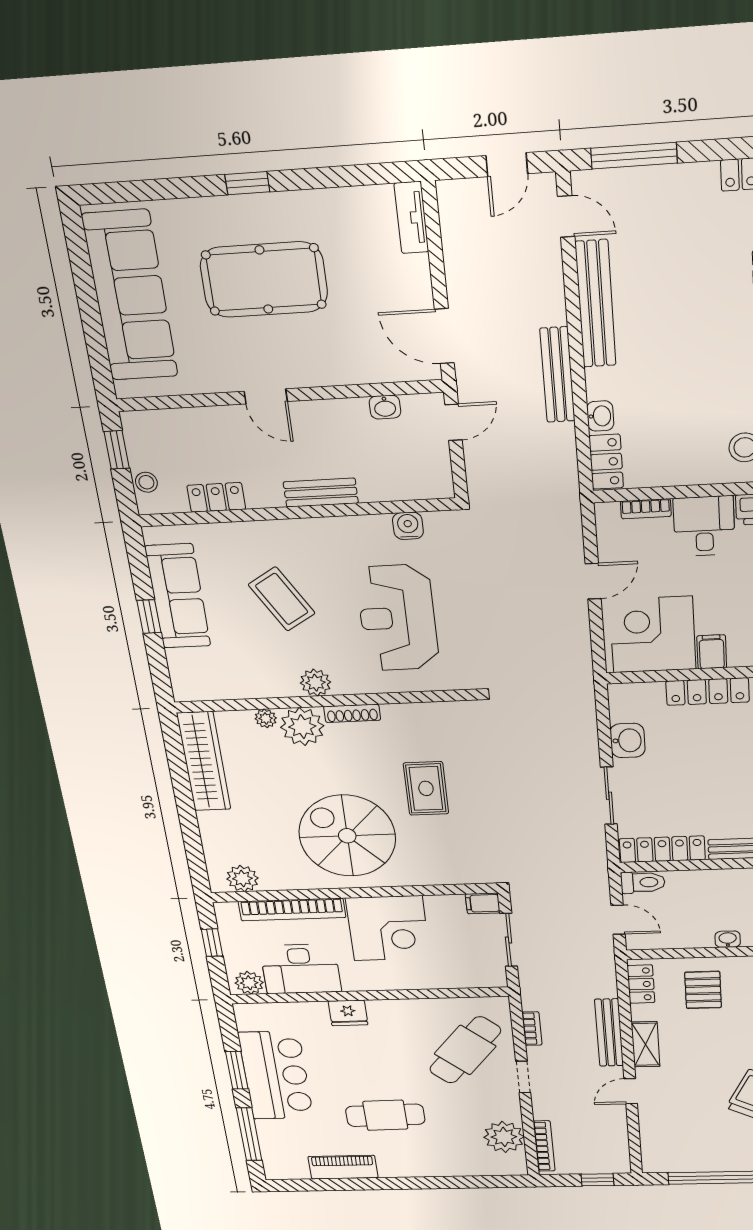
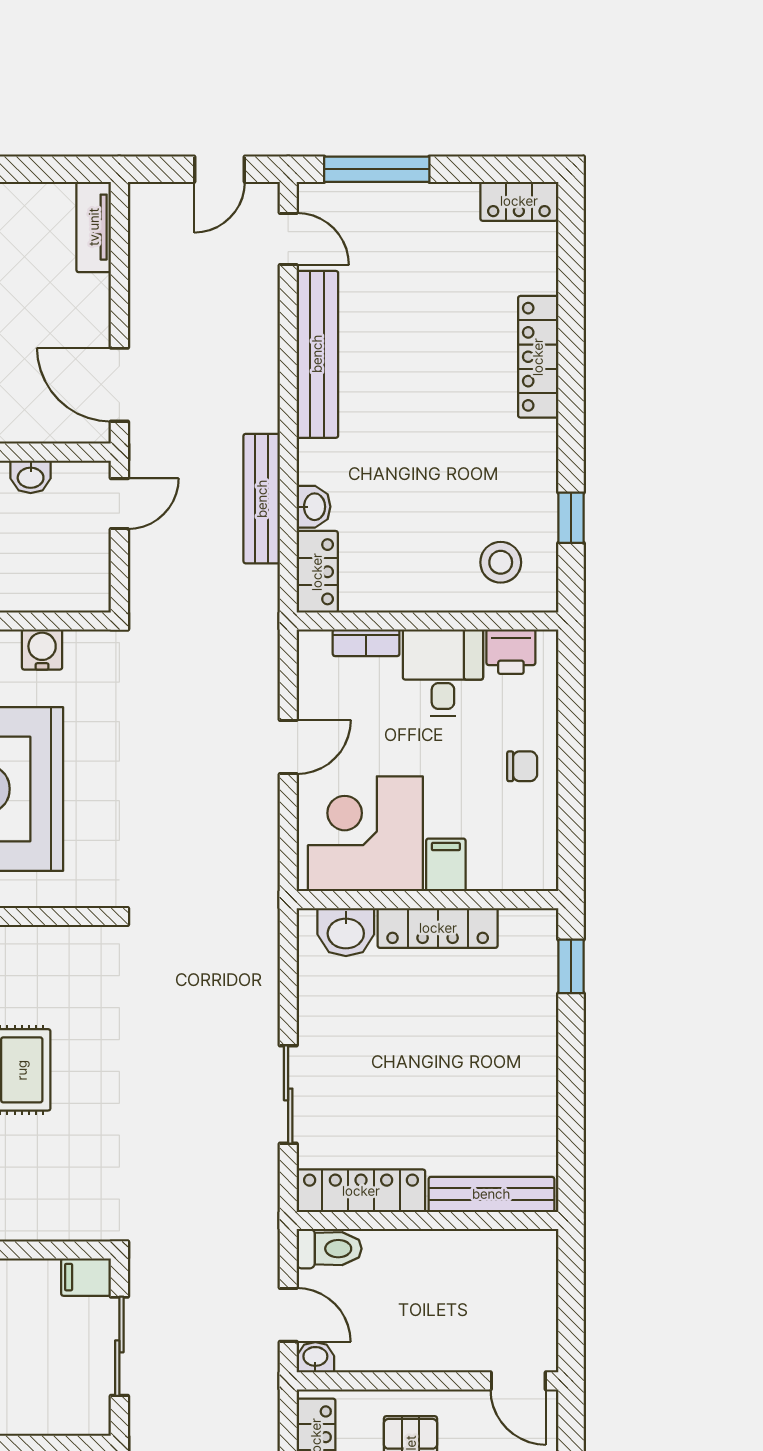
bench: (557, 375) -> (262, 499), moved
washbasin: (628, 740) -> (346, 932), moved, turned 90
washbasin: (728, 939) -> (315, 1357), moved

